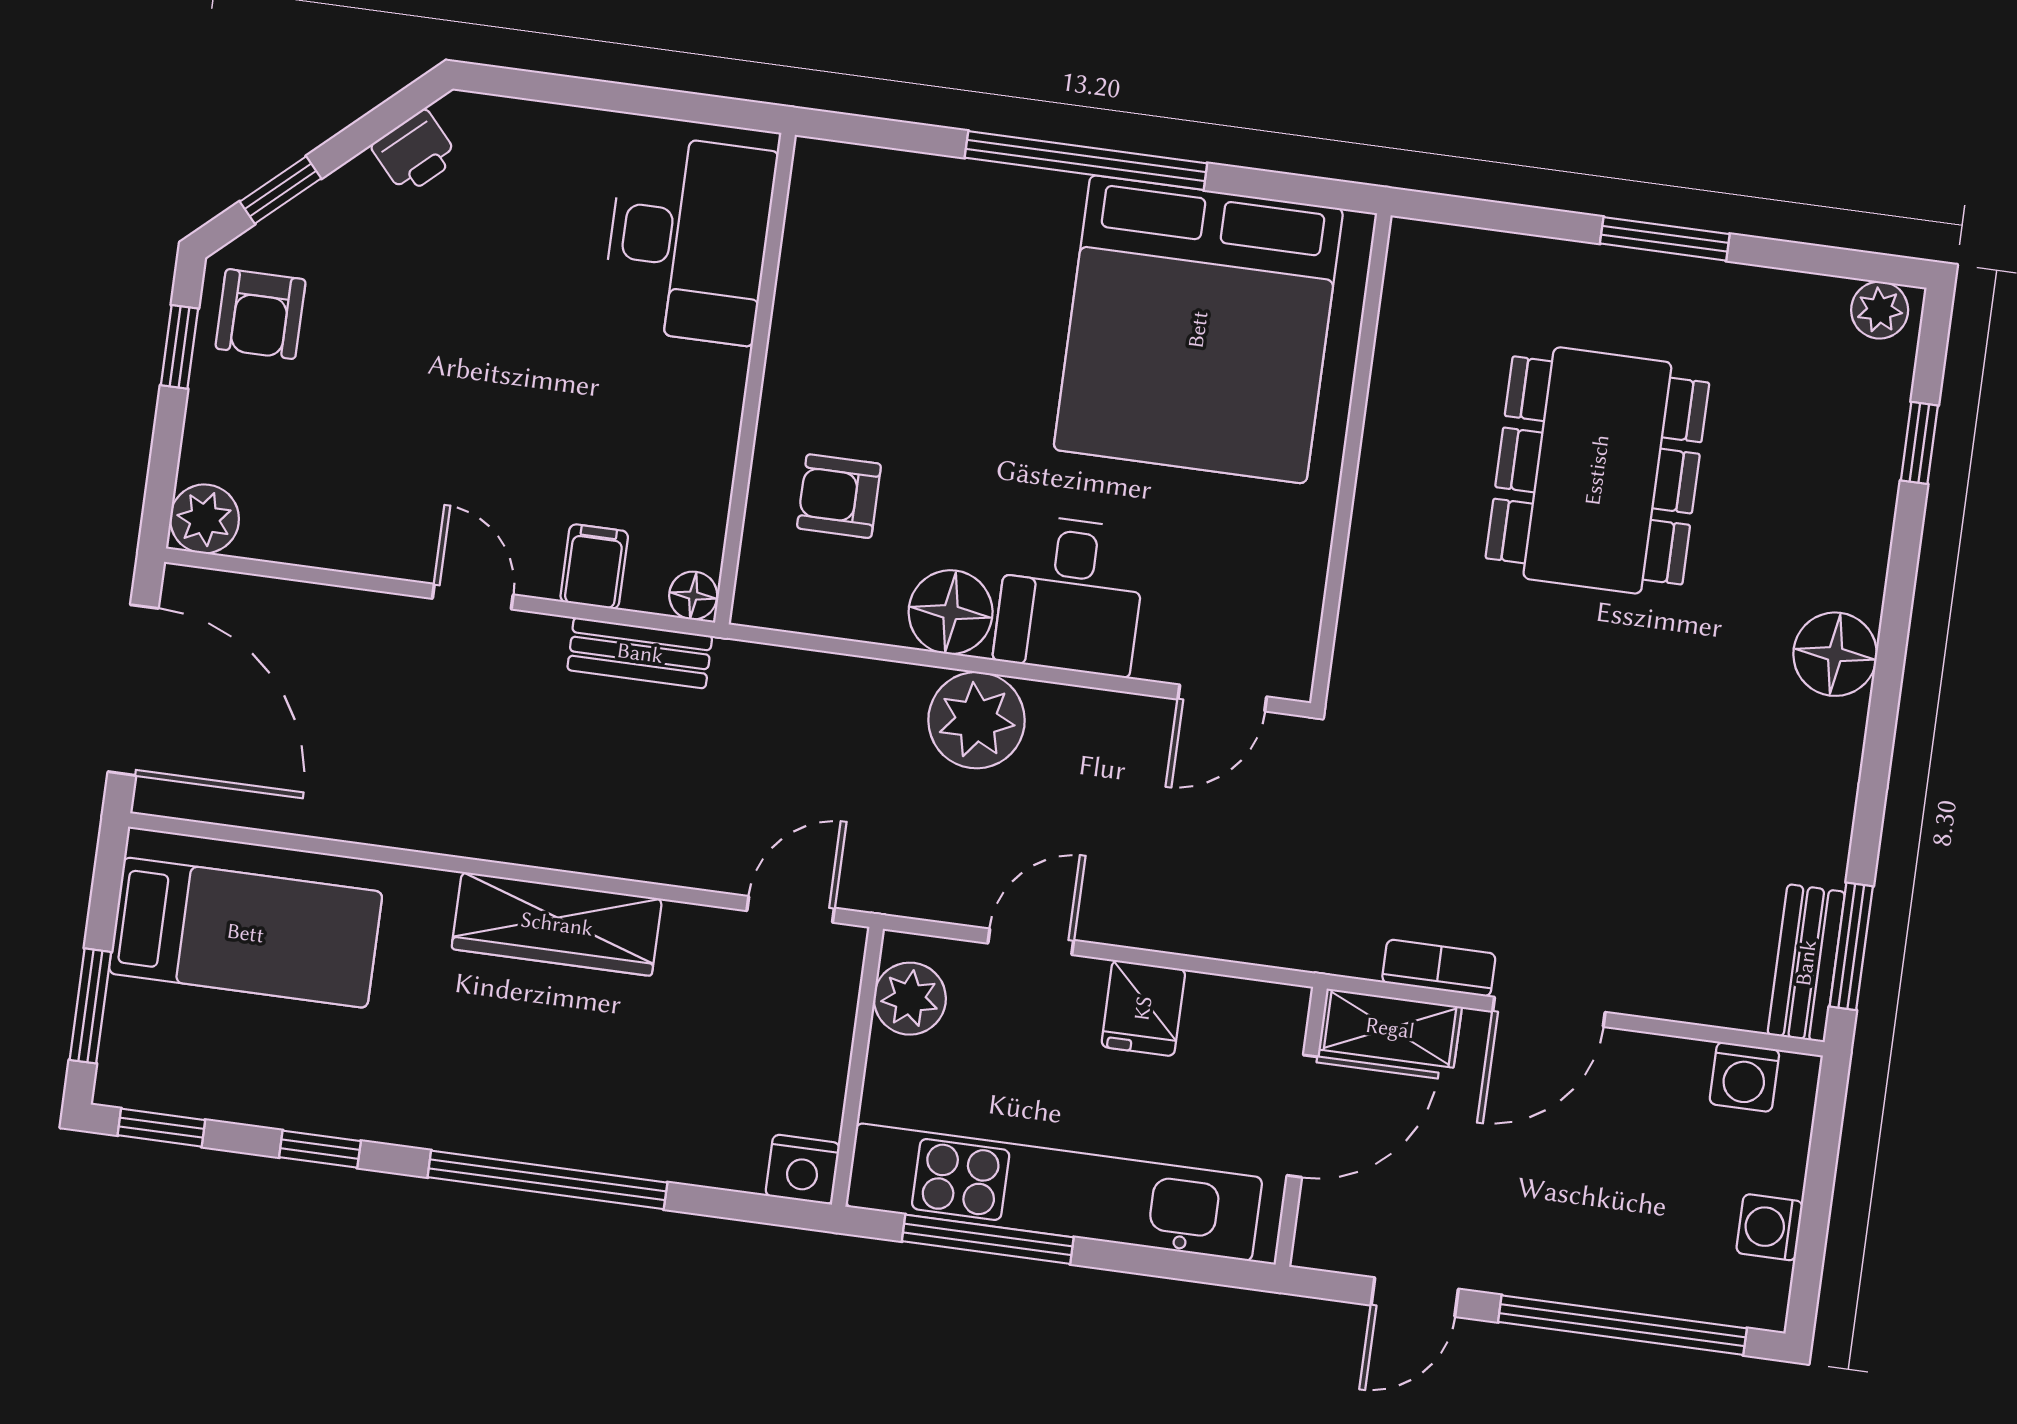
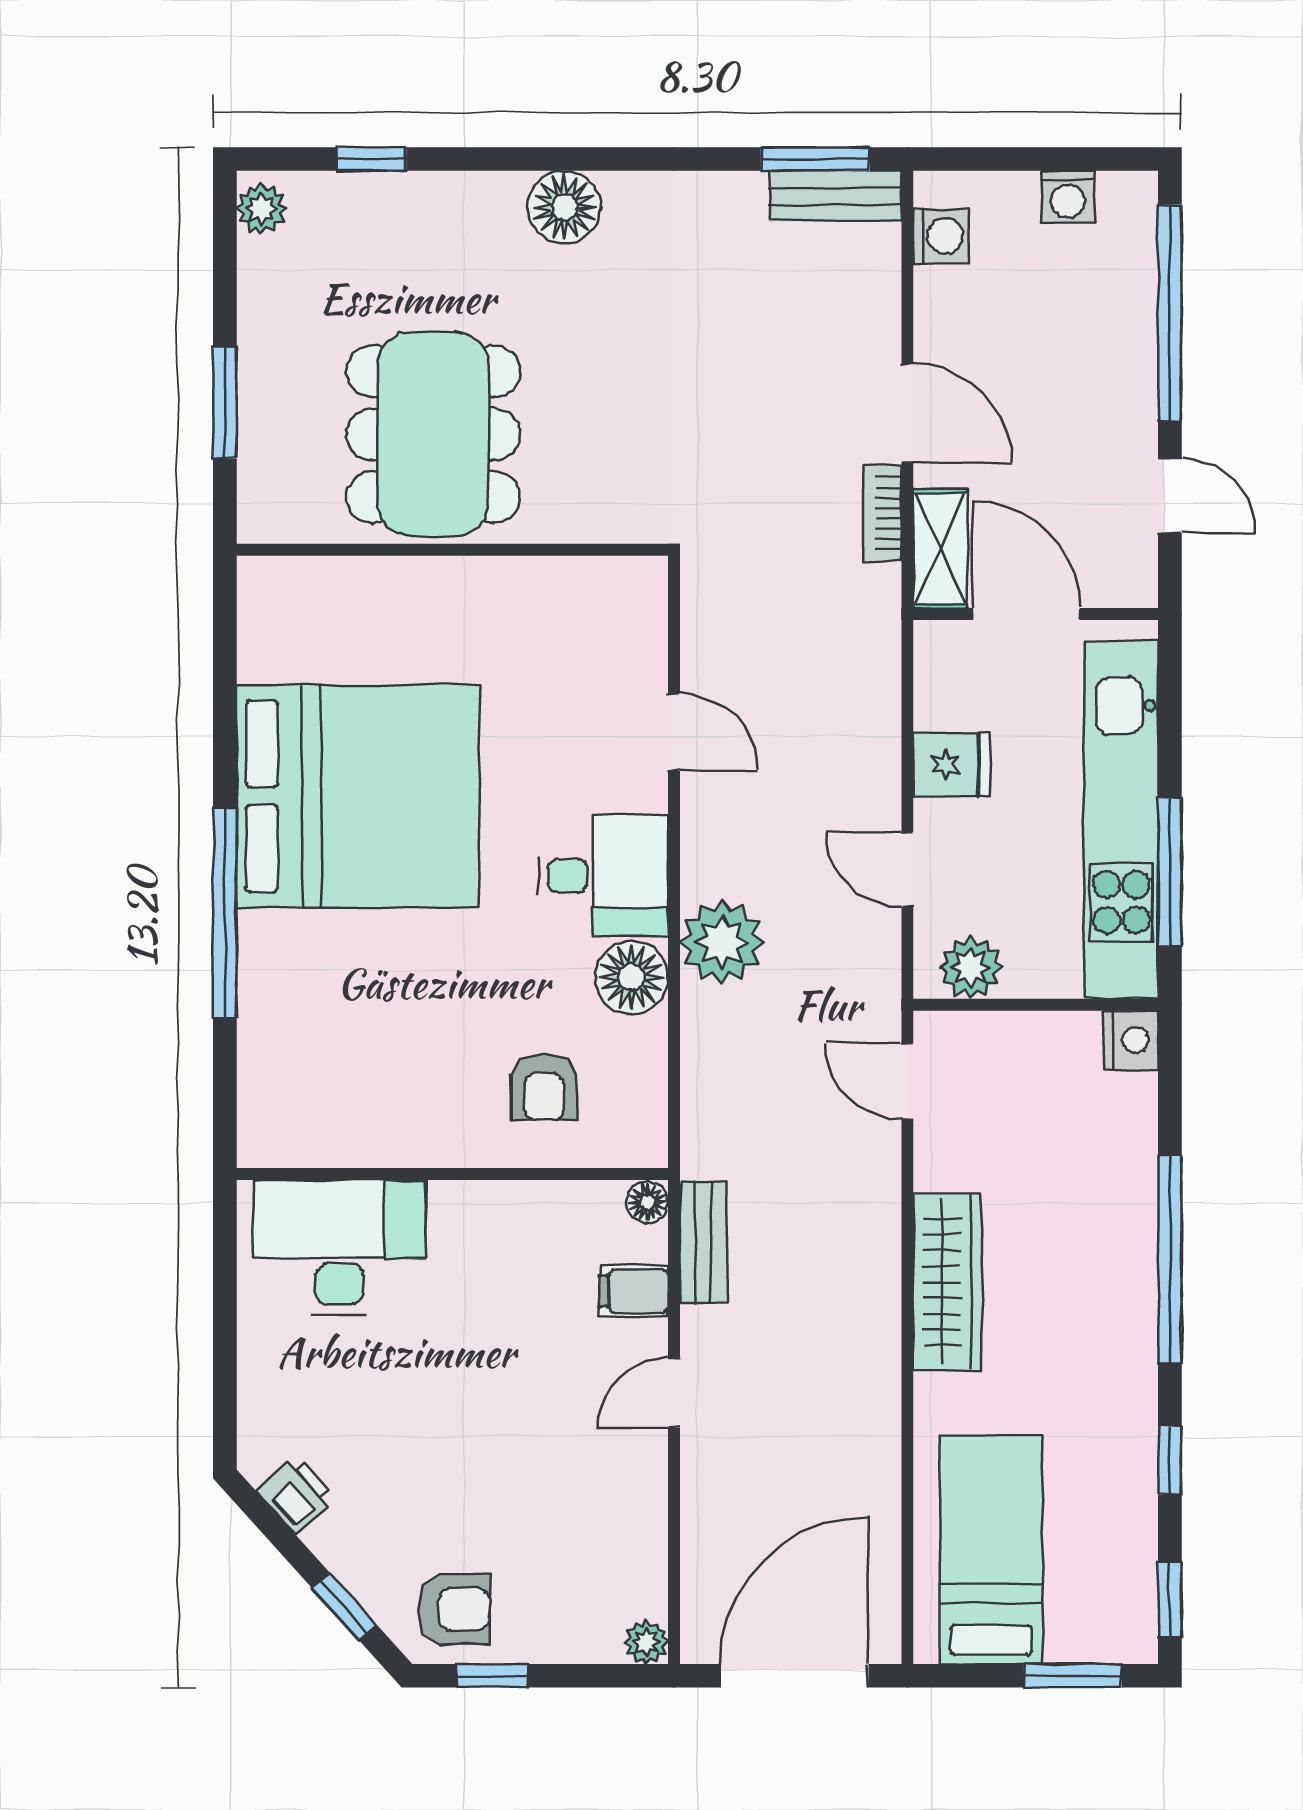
wall: (1351, 459) -> (452, 550), moved
dining table: (1597, 470) -> (433, 434), turned 90
plant: (205, 519) -> (646, 1642), width x0.73, depth x0.73

